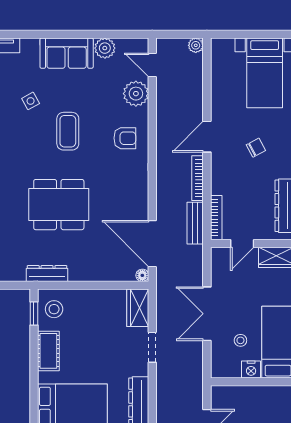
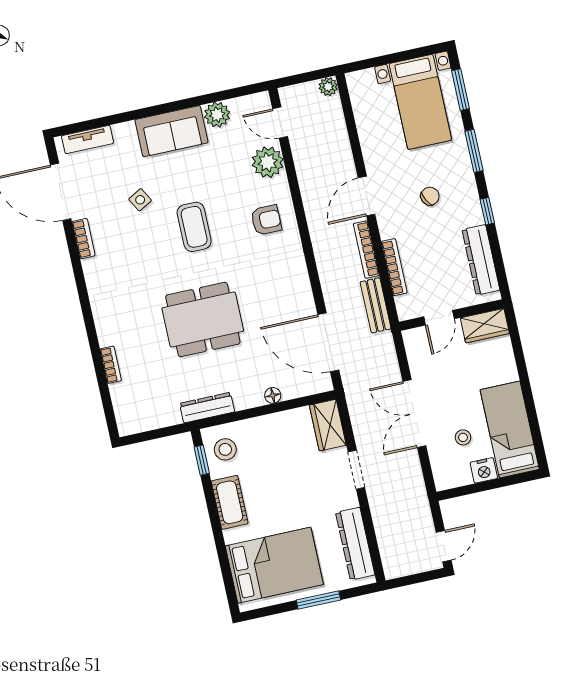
bookcase: (216, 218) -> (394, 267), moved
floor lamp: (142, 275) -> (273, 395), moved

